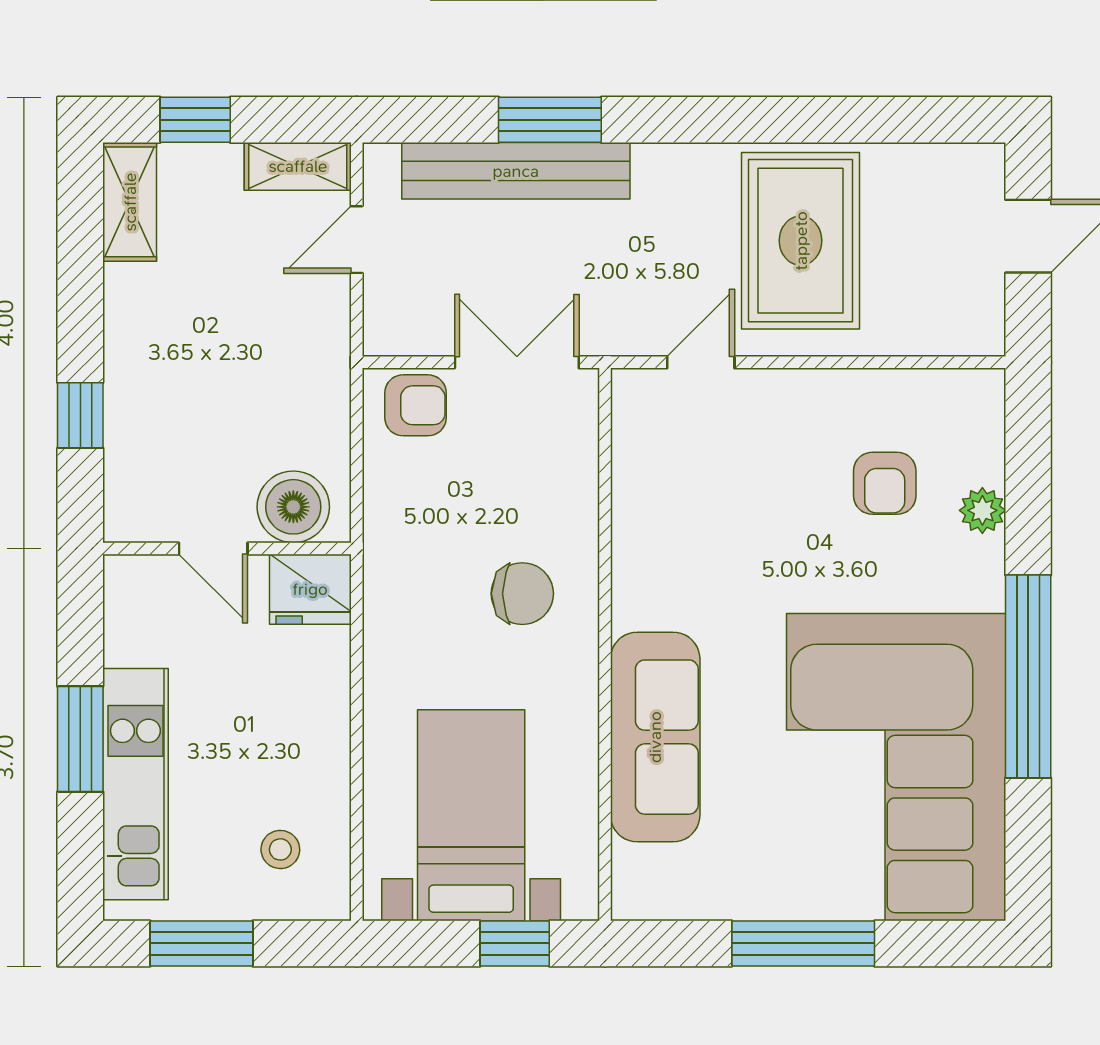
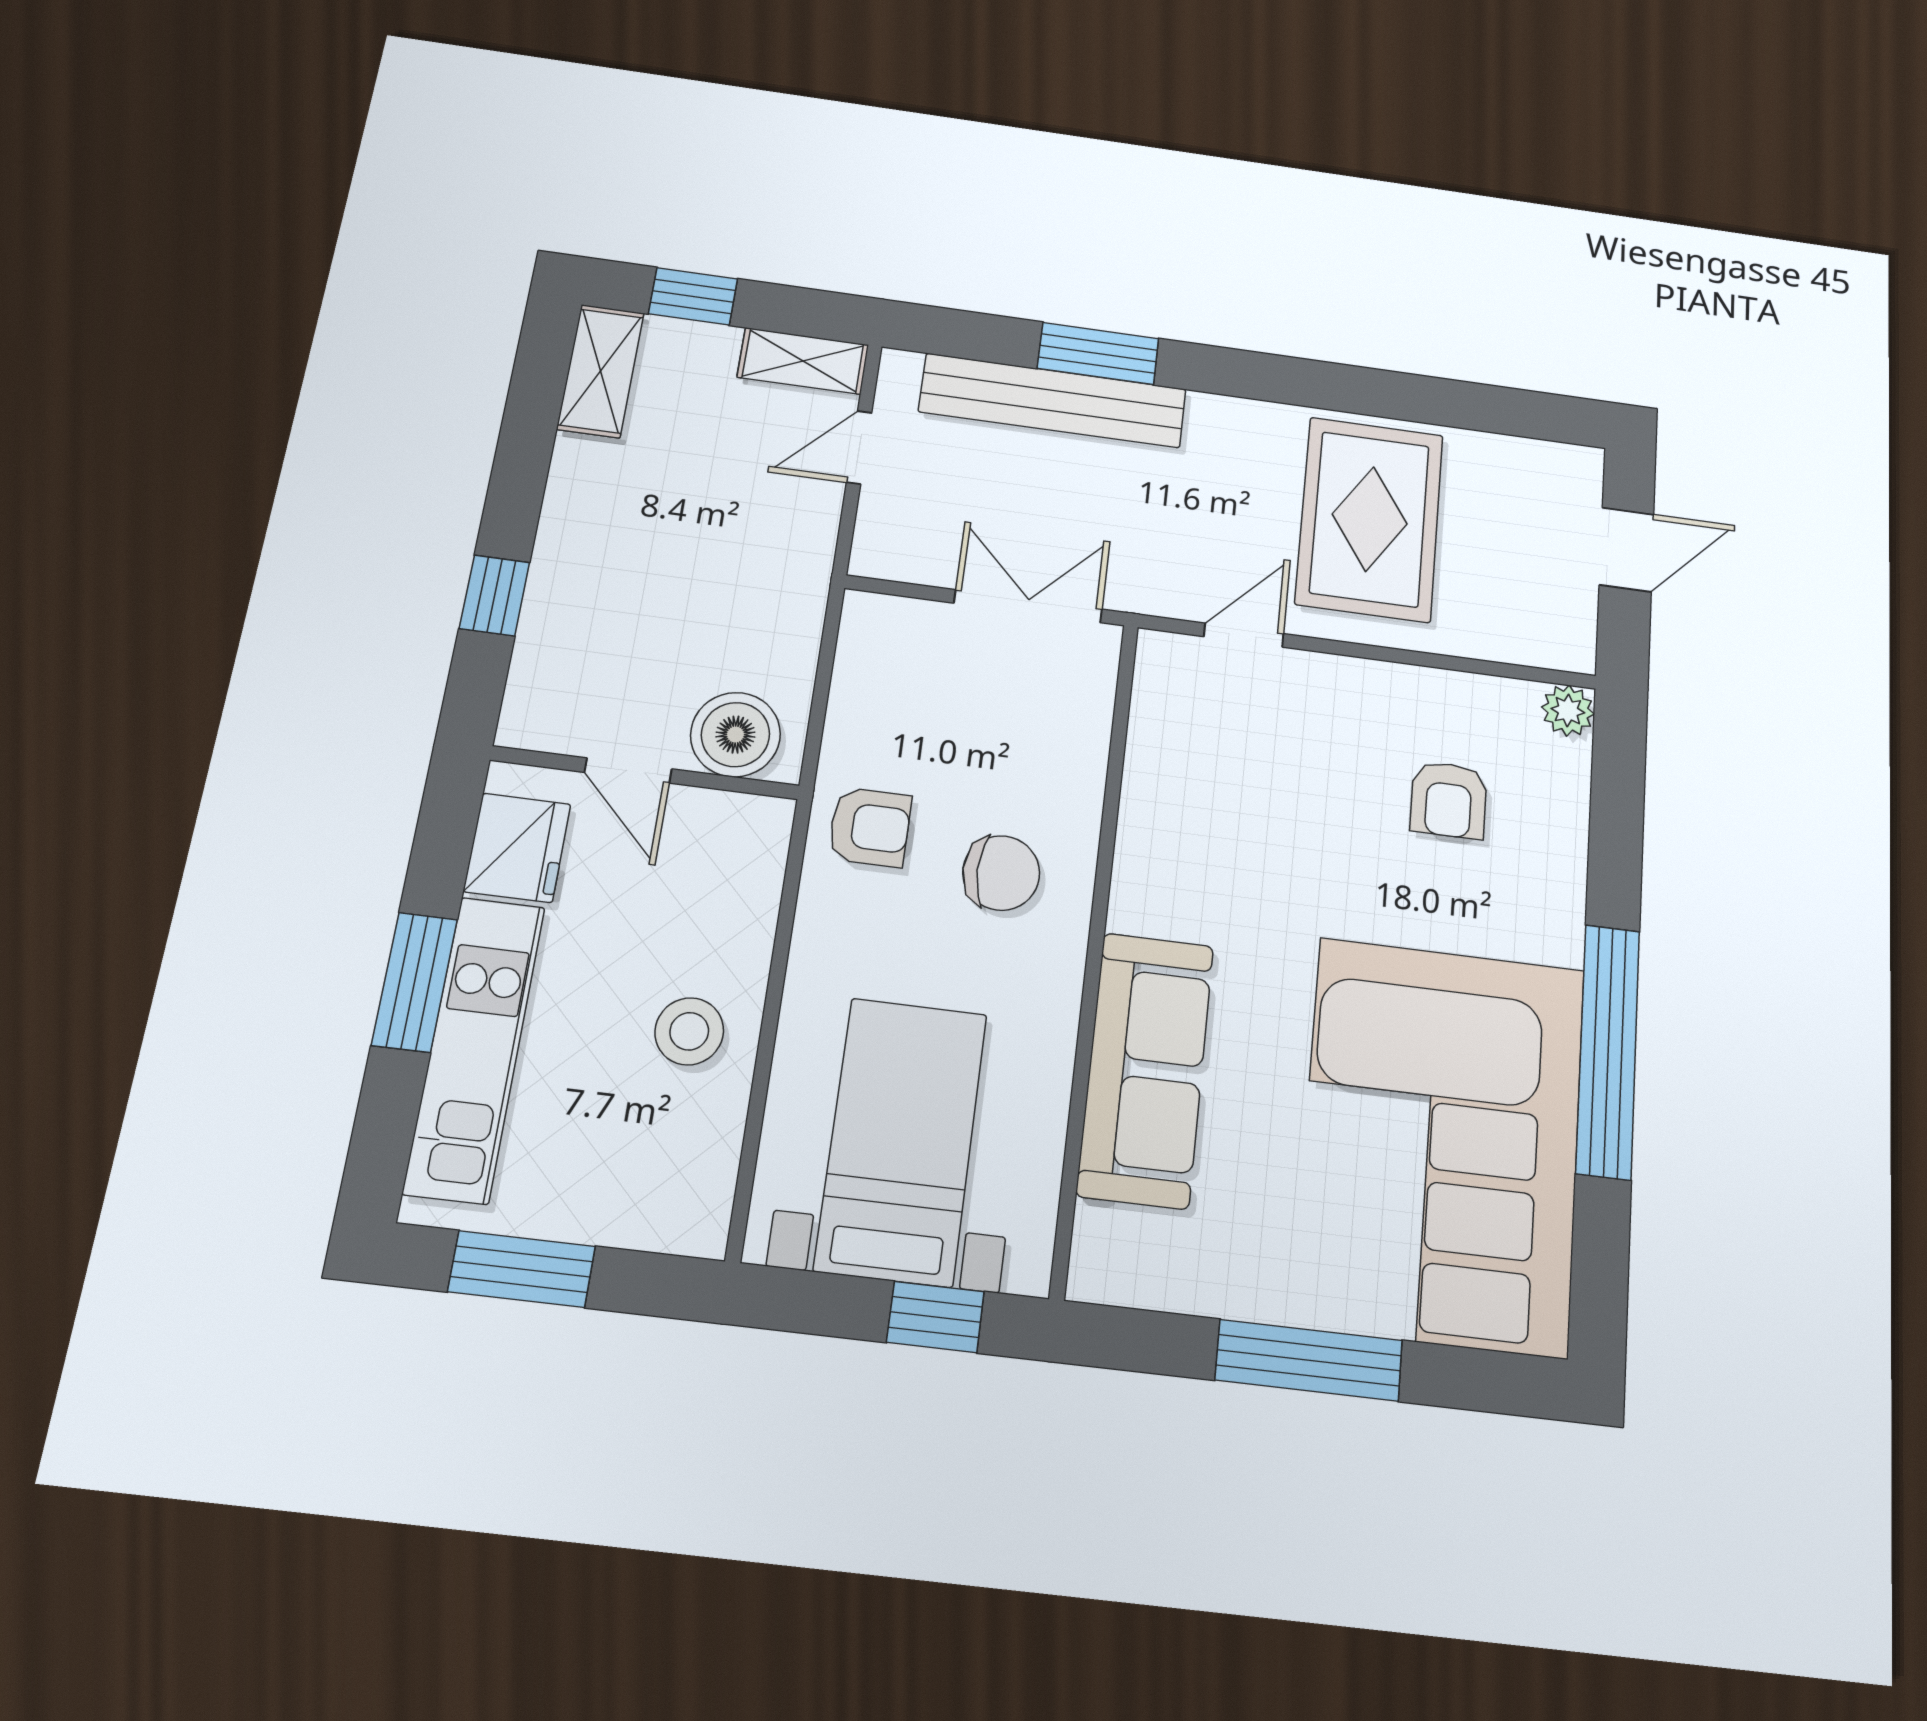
armchair: (416, 405) -> (870, 827), moved
plant: (982, 510) -> (1568, 711), moved
fridge: (310, 589) -> (517, 848), moved, turned -90
stool: (280, 849) -> (689, 1031), moved, width x1.37, depth x1.37

